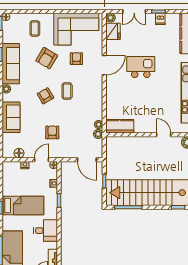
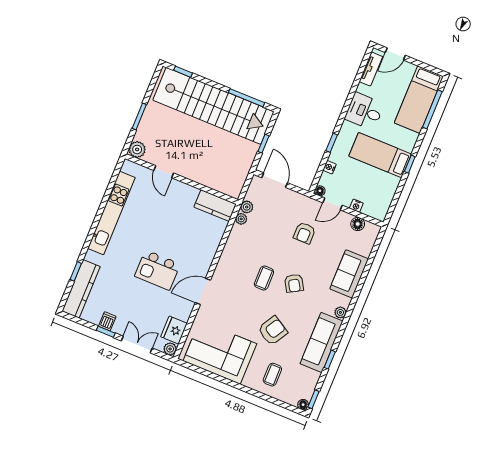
armchair: (76, 59) -> (235, 314), removed

